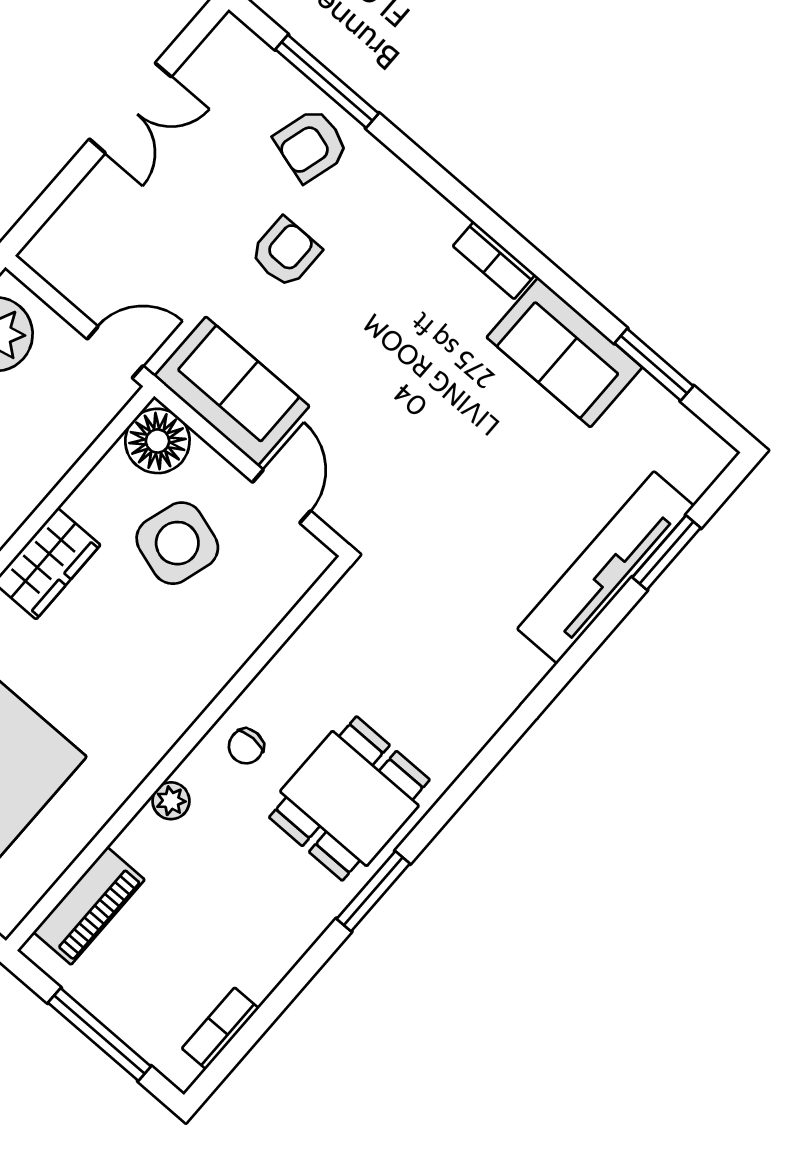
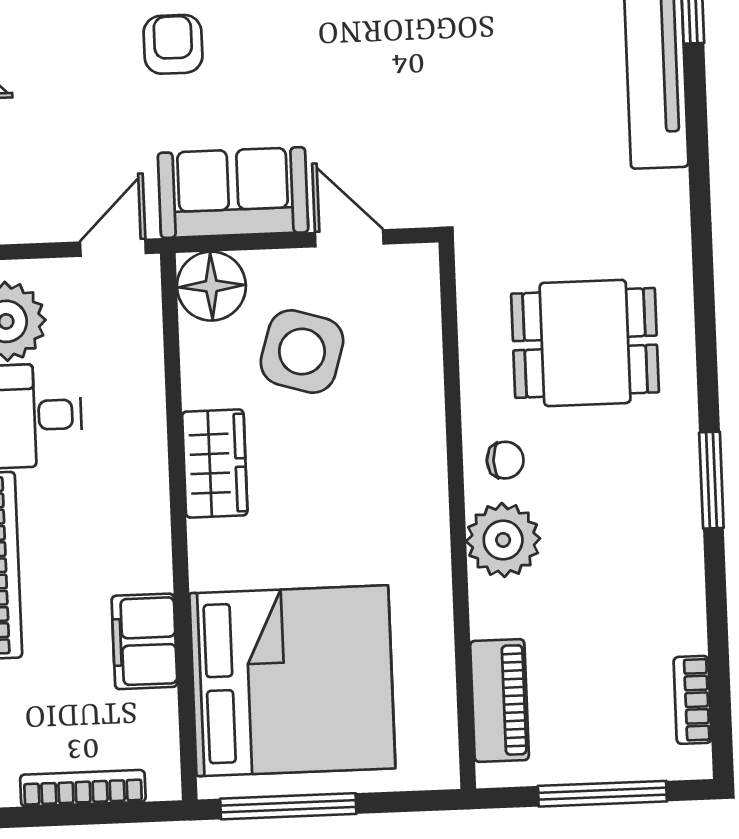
chair: (246, 746) -> (505, 460), turned -90
dining table: (349, 798) -> (585, 343), moved, turned 90
plant: (171, 801) -> (503, 540), width x1.88, depth x1.88

